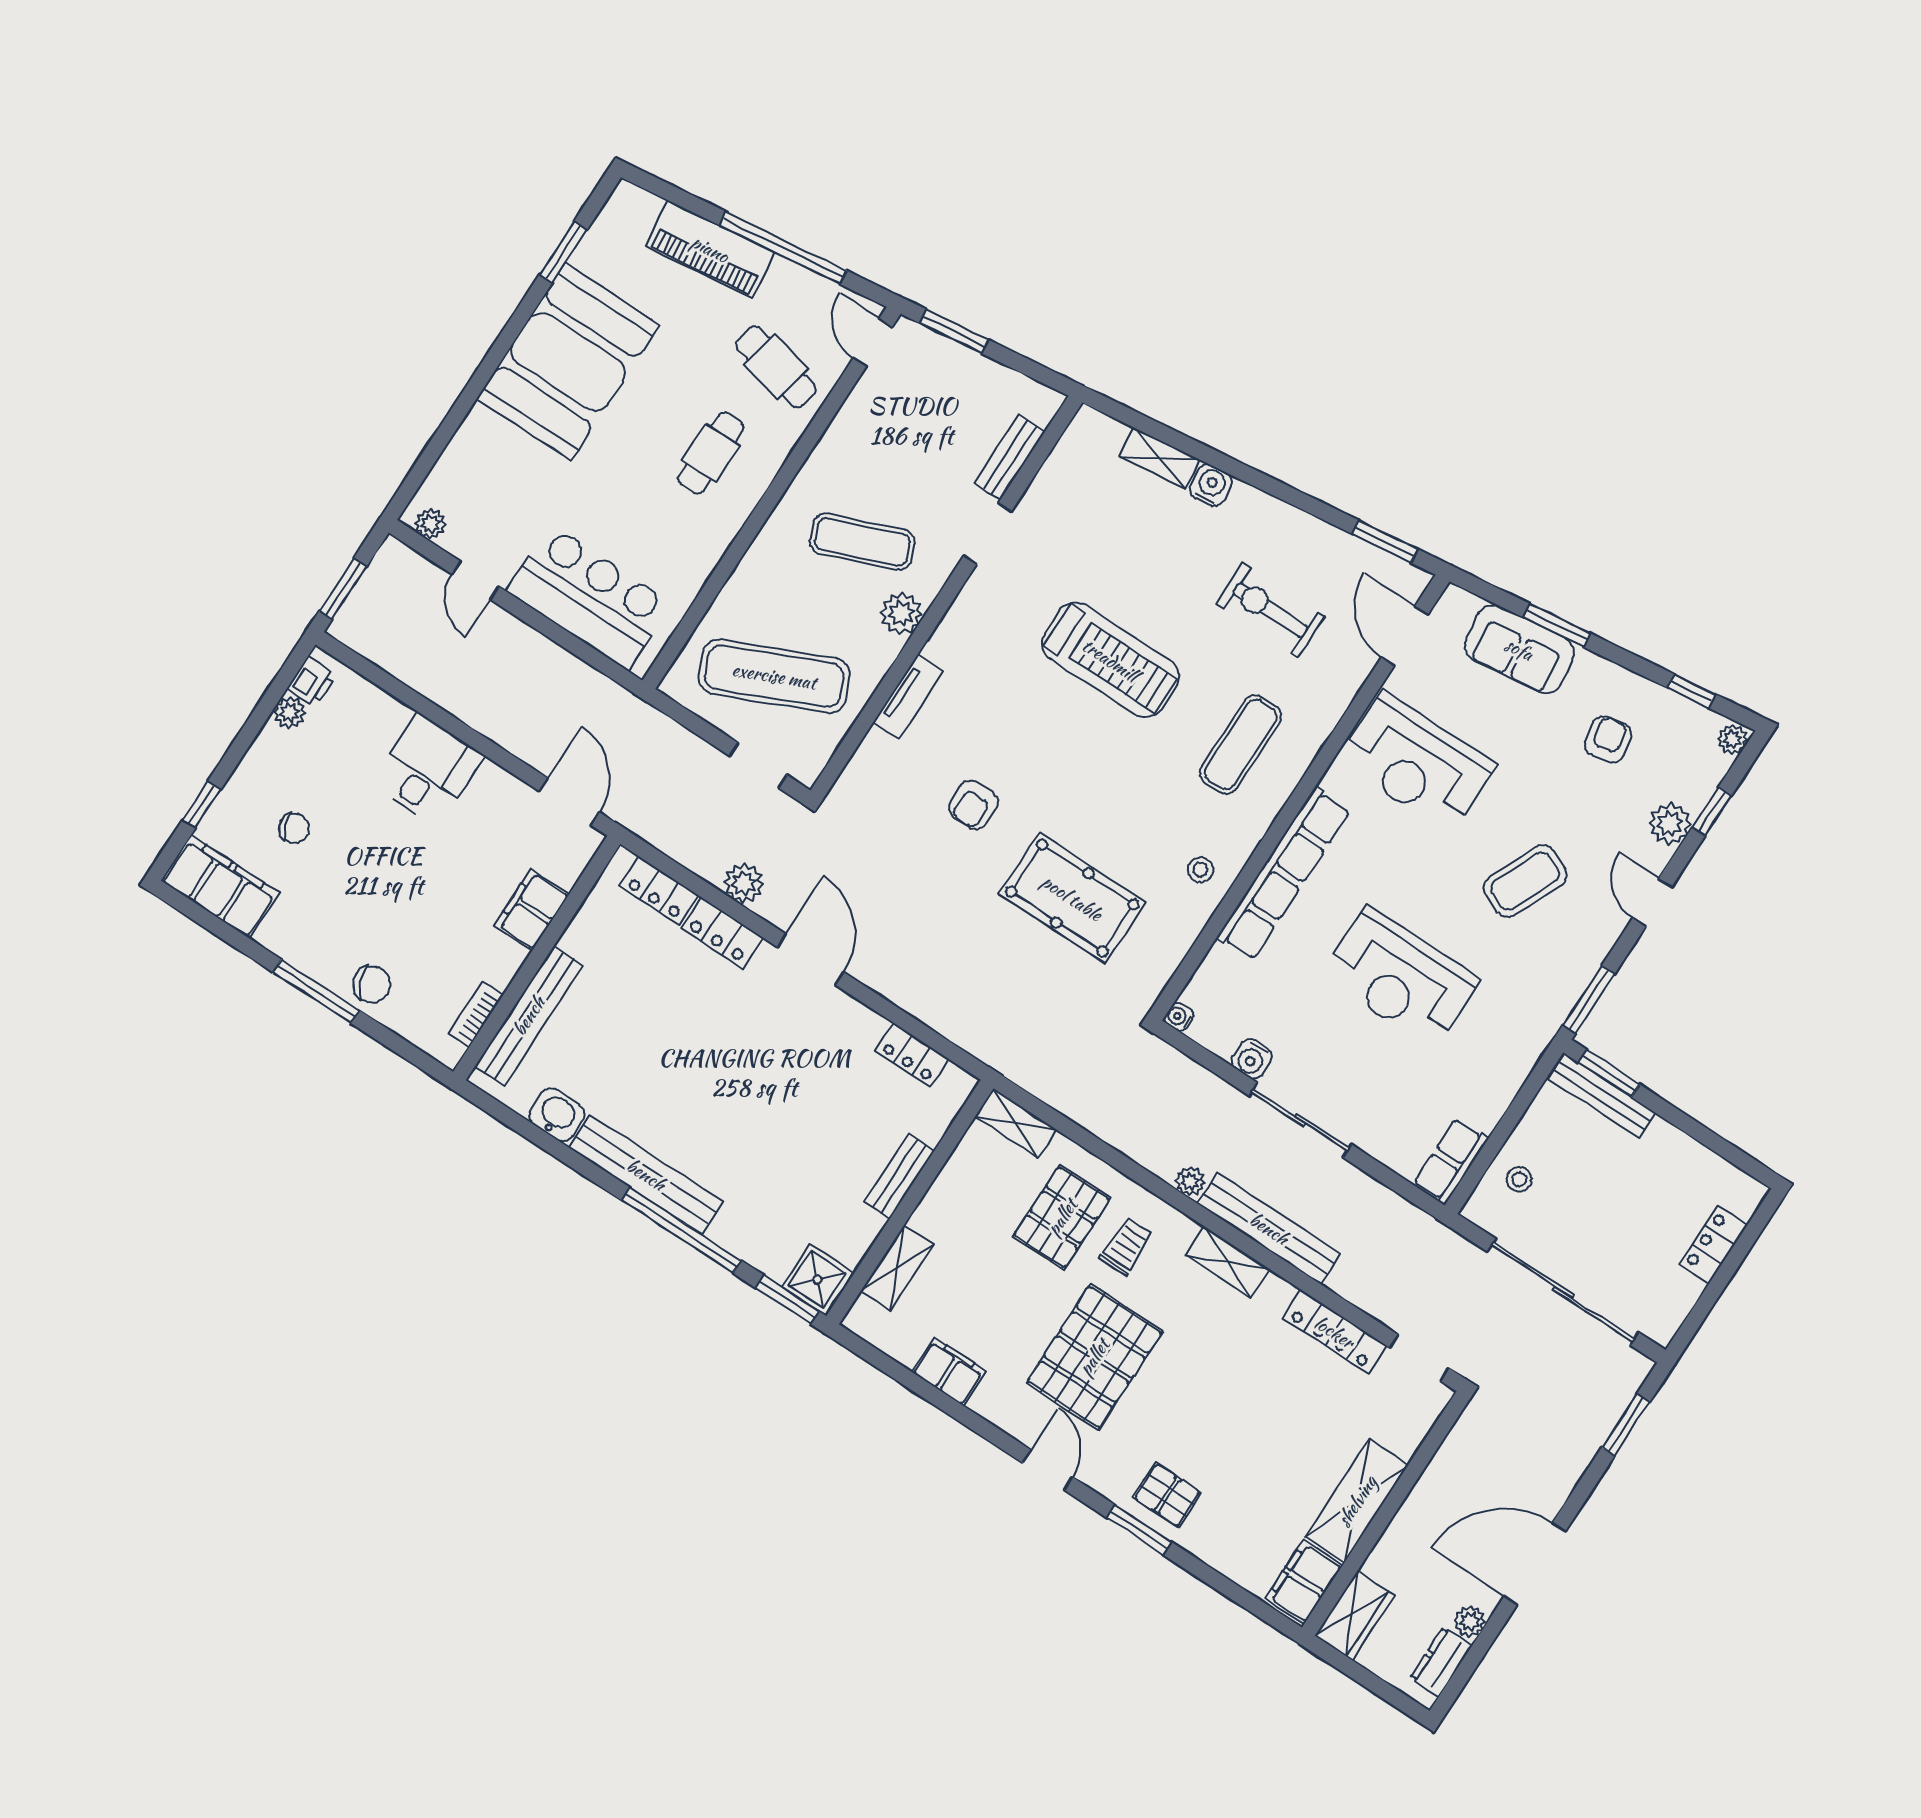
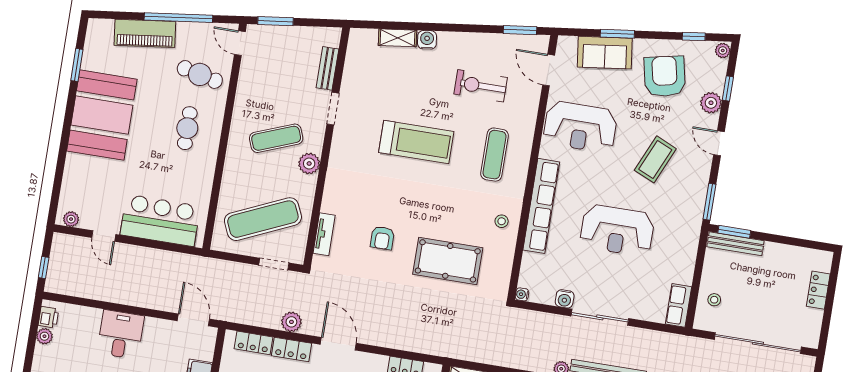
window: (343, 589) -> (44, 268), width x0.67
tv unit: (908, 697) -> (324, 234), moved
armchair: (1608, 740) -> (665, 76), width x1.88, depth x1.88

